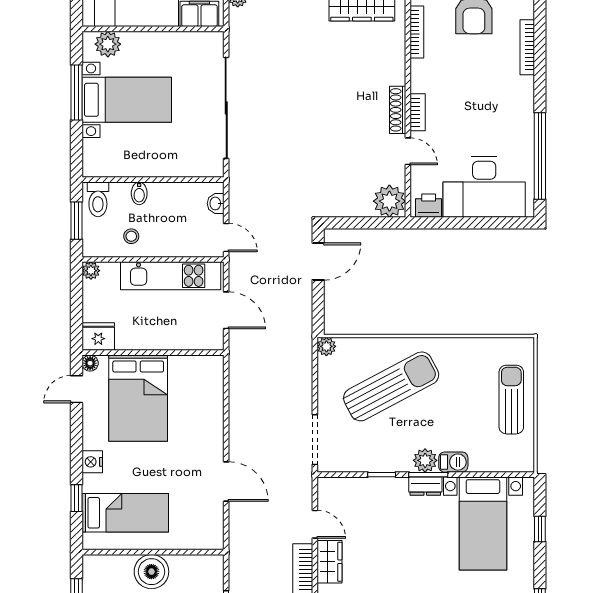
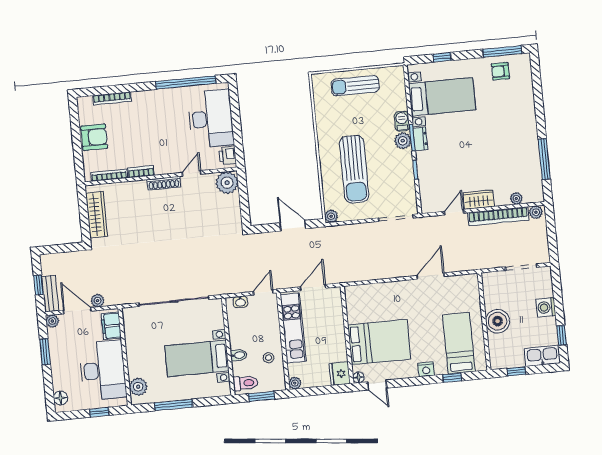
bed with nightstands: (127, 100) -> (197, 358), moved, turned -90
bookcase: (418, 112) -> (141, 172), moved
door: (318, 261) -> (293, 226), moved
sun lounger: (391, 386) -> (354, 169), turned -152

